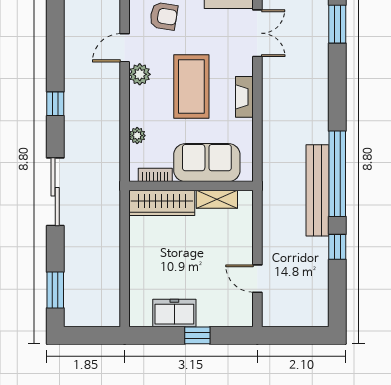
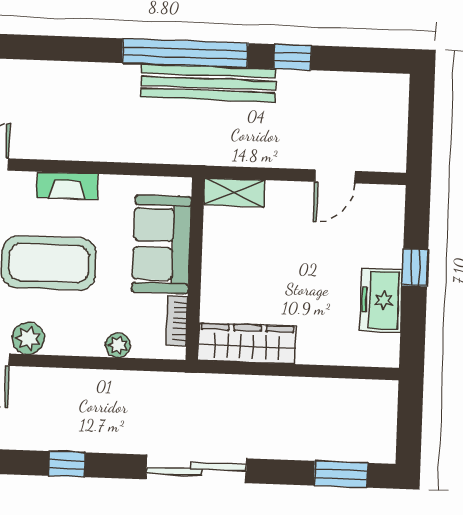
shelving: (217, 199) -> (234, 192), moved, turned 90
wardrobe: (162, 203) -> (247, 344), moved, turned -90

